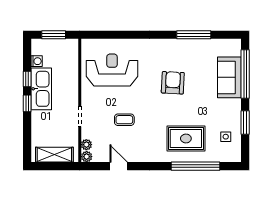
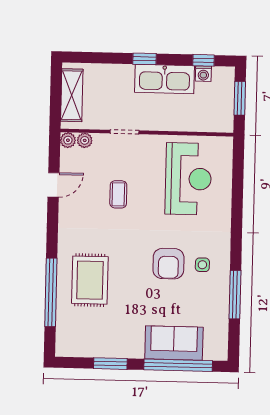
window: (27, 79) -> (204, 60), moved
armchair: (173, 83) -> (168, 264), turned 87
side table: (226, 137) -> (202, 265), moved

